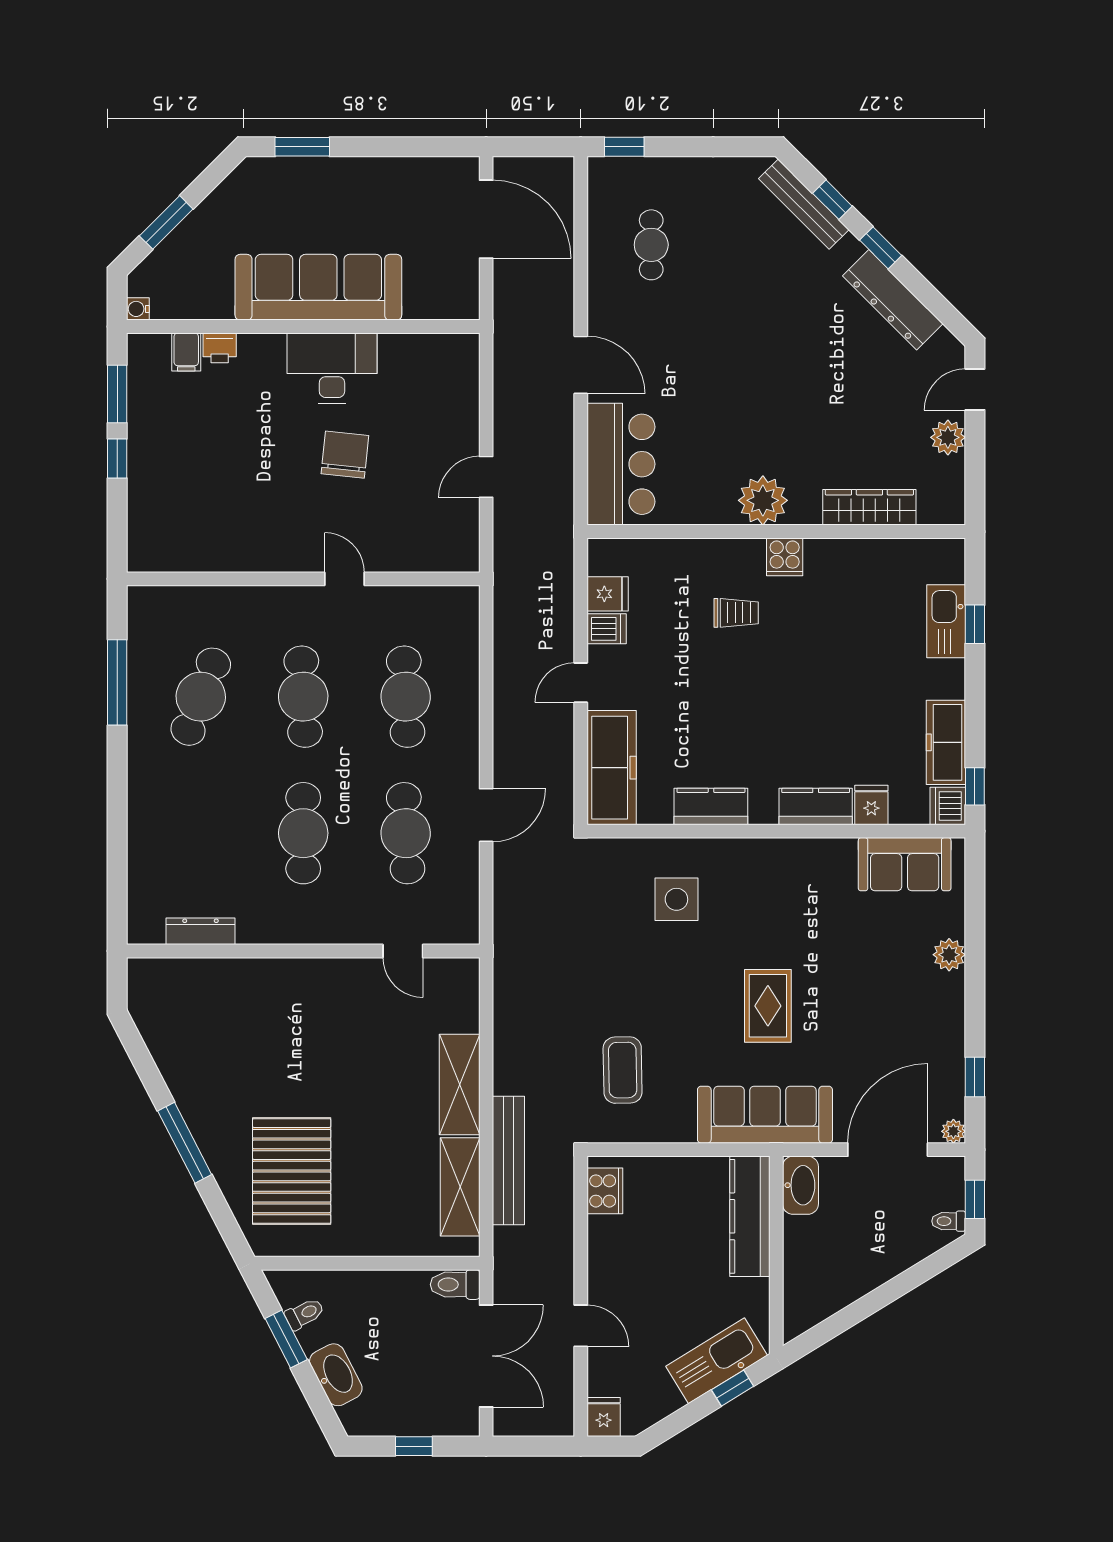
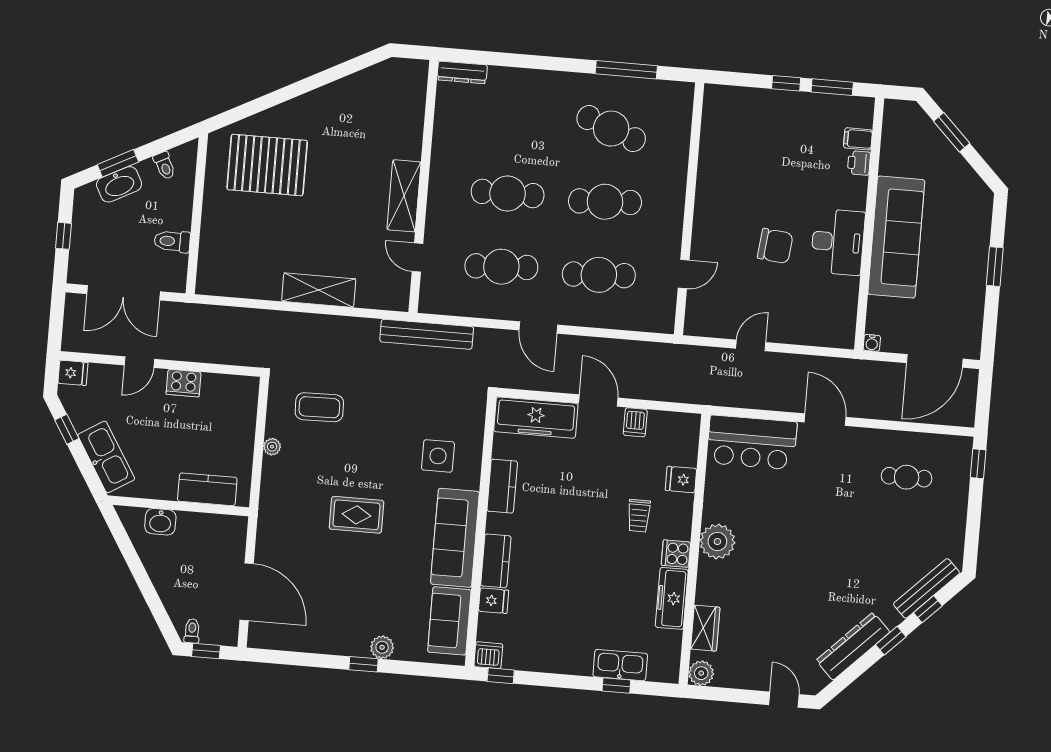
window: (302, 147) -> (995, 267), moved
water cooler: (138, 309) -> (872, 343), moved, turned 180
door: (581, 365) -> (825, 420), swing flipped
plant: (948, 437) -> (701, 673), moved
door: (486, 477) -> (751, 345), hinge flipped
wardrobe: (869, 507) -> (705, 628), width x0.67
door: (344, 579) -> (684, 274), moved
fridge: (608, 594) -> (681, 480), moved, turned 90
door: (581, 683) -> (598, 401), width x1.38
freezer: (946, 742) -> (672, 598), moved, turned -90
door: (486, 815) -> (538, 328), moved
dresser: (200, 931) -> (462, 72), moved, turned 90
door: (403, 951) -> (417, 258), hinge flipped
window: (975, 1077) -> (364, 664), moved
sofa: (765, 1115) -> (455, 538), moved, turned 180
plant: (953, 1131) -> (272, 447), moved
window: (185, 1143) -> (294, 90), removed
bench: (508, 1160) -> (427, 334), moved
washbasin: (800, 1185) -> (160, 522), moved, width x0.72
shelving: (460, 1187) -> (404, 196), moved, turned 90
cooker: (605, 1191) -> (184, 383), moved
kitchen counter: (750, 1216) -> (207, 489), width x0.67
toilet: (455, 1285) -> (172, 241), moved, turned -90
window: (286, 1339) -> (118, 163), moved
window: (733, 1388) -> (67, 429), moved

